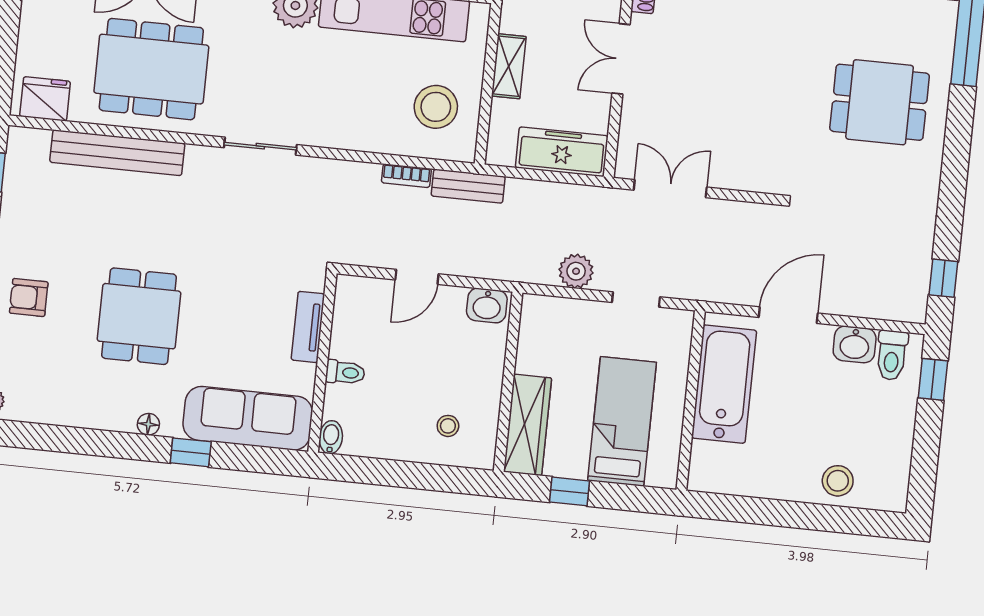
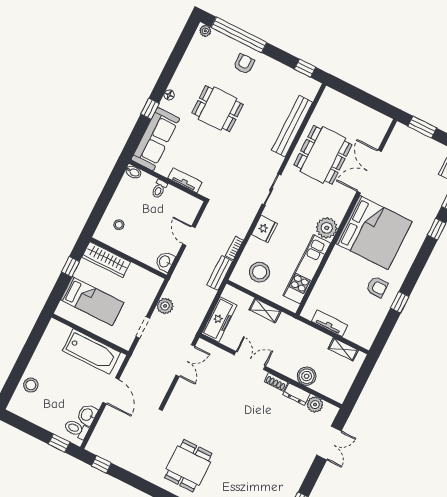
fridge: (45, 99) -> (264, 229), moved

